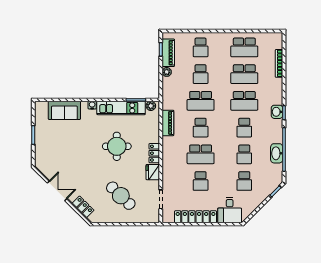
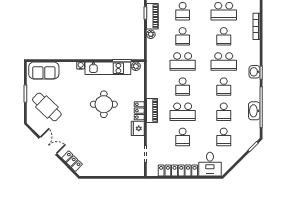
school desk: (244, 74) -> (224, 36), width x0.54
sofa: (64, 110) -> (44, 70), moved
piano: (168, 123) -> (152, 110), moved
cafe table: (121, 196) -> (47, 107), moved

